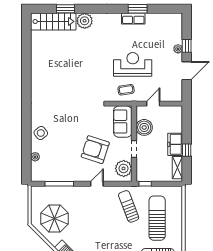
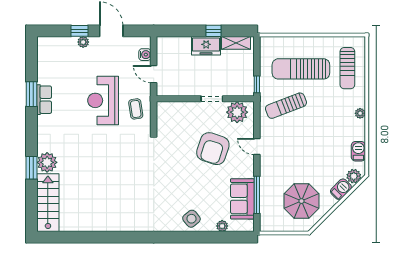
window: (66, 9) -> (32, 168), moved
water cooler: (168, 97) -> (145, 55), added
sofa: (123, 122) -> (242, 199), moved, turned 90
boiler: (144, 127) -> (184, 86), removed

